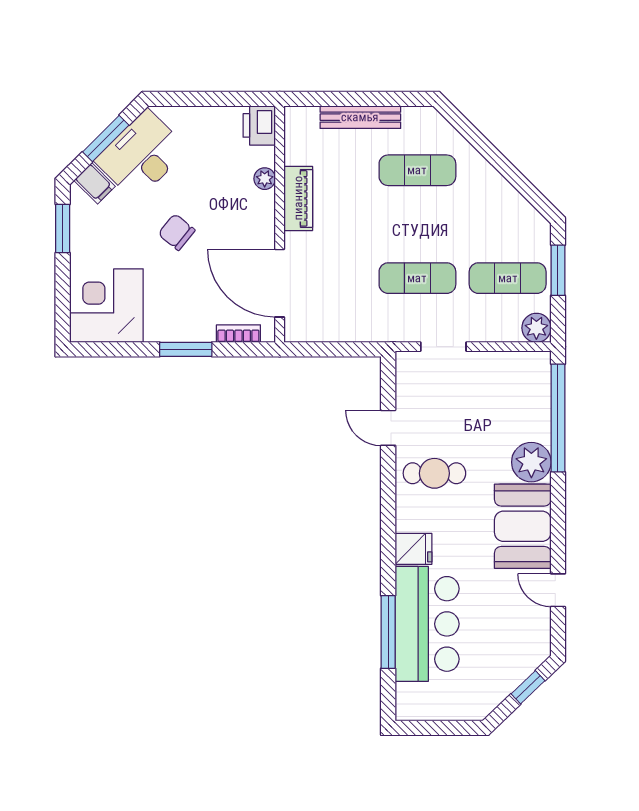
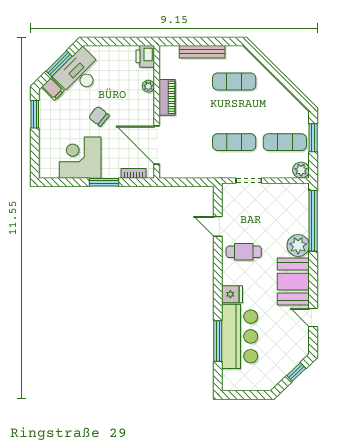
corner desk: (106, 306) -> (80, 158), moved

